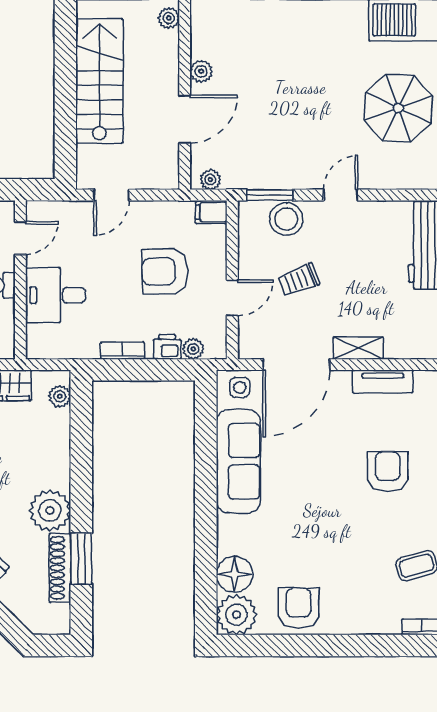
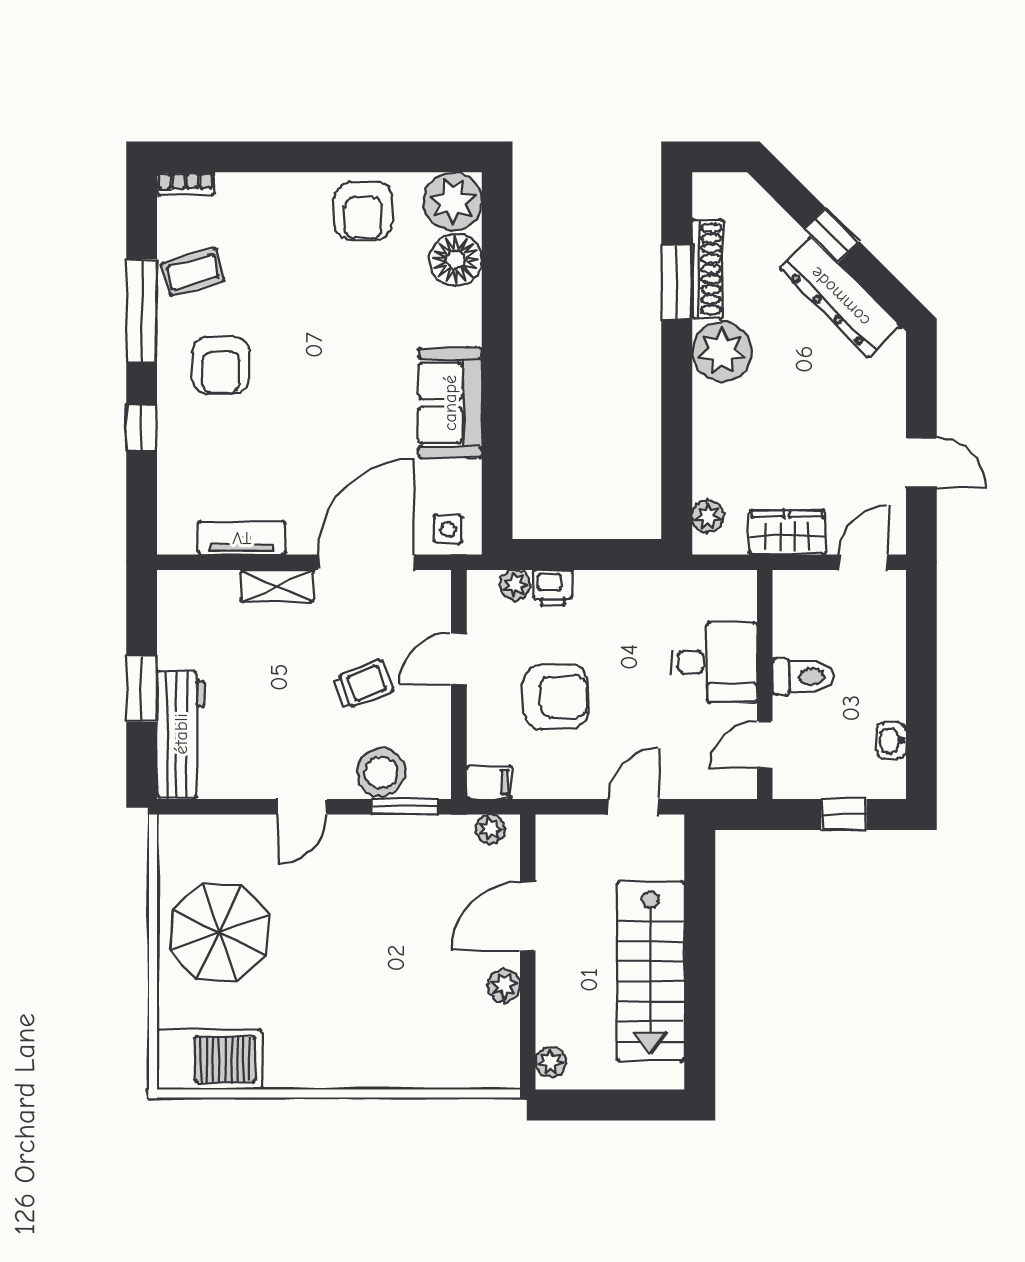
bookcase: (123, 351) -> (617, 582), removed
sofa: (238, 461) -> (450, 403), width x0.73
armchair: (388, 472) -> (221, 365), moved

